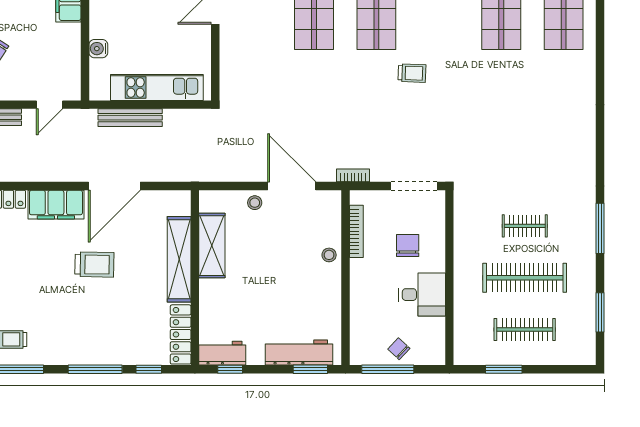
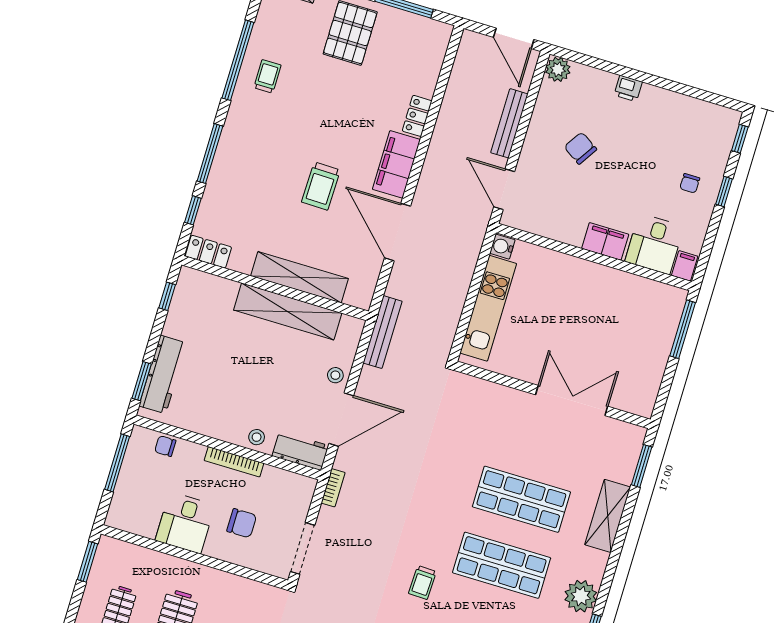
water cooler: (98, 49) -> (502, 247), moved, turned -90
door: (49, 105) -> (504, 189), width x1.38
bench: (130, 118) -> (382, 332), moved
bookcase: (356, 231) -> (234, 462), moved
shelving: (212, 246) -> (288, 311), width x1.47
locker: (181, 334) -> (208, 252), width x0.66
chair: (399, 349) -> (165, 446), moved, turned -133
workbench: (222, 353) -> (300, 451), moved, turned -90
window: (504, 369) -> (87, 562), moved

